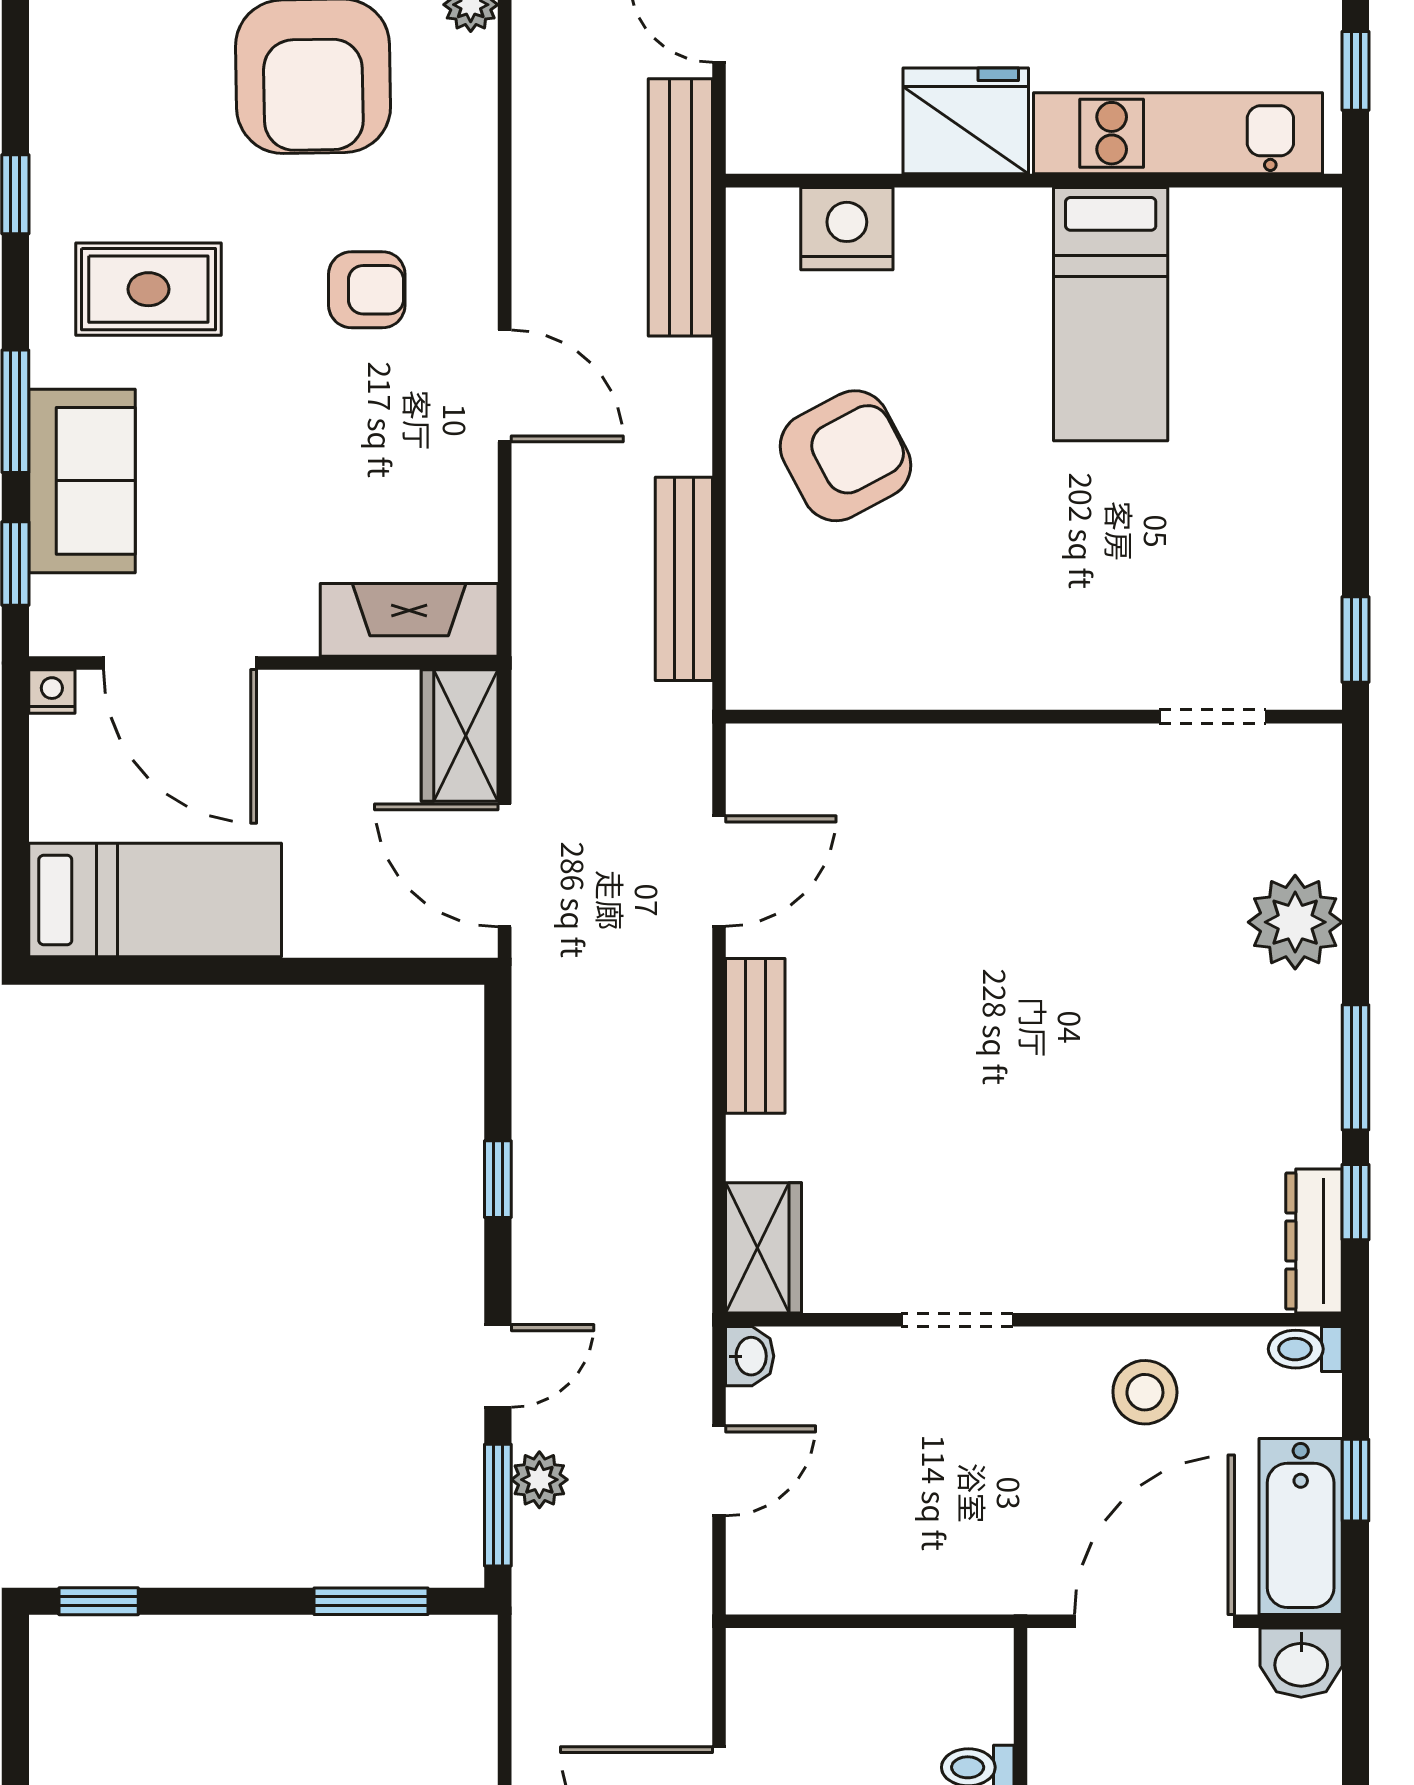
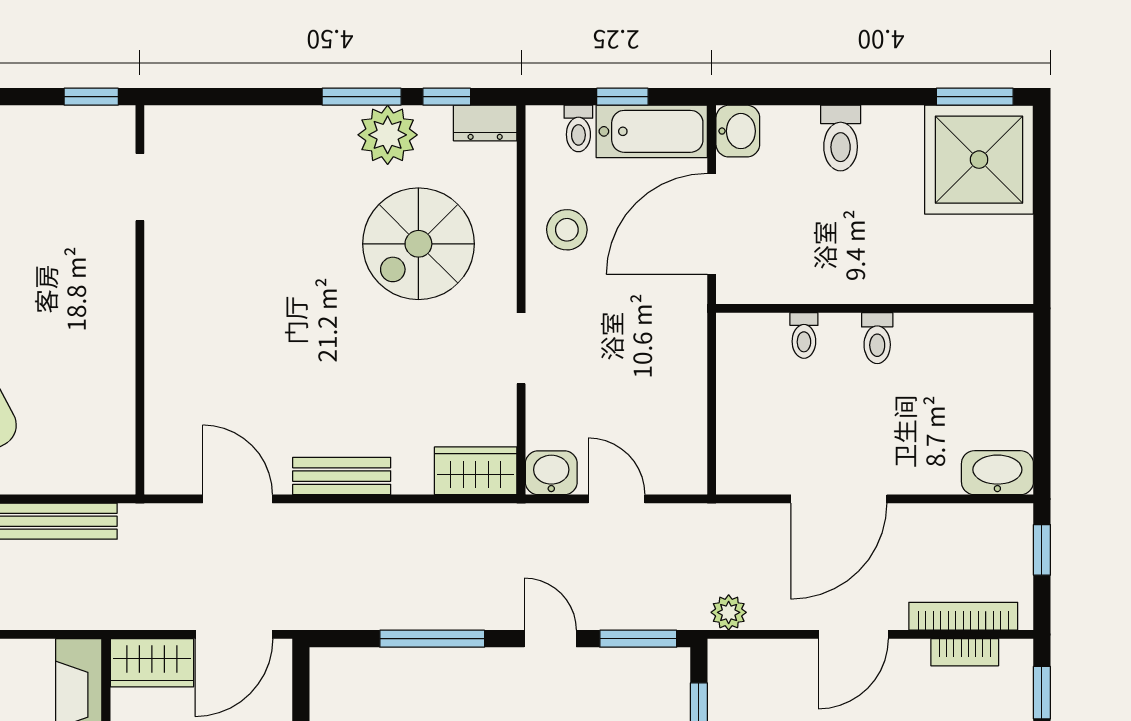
plant: (1295, 922) -> (388, 135), moved
spiral stairs: (1123, 1157) -> (418, 244), added
window: (498, 1179) -> (432, 639), width x2.17
dresser: (1314, 1241) -> (485, 123), width x0.70
toilet: (1305, 1349) -> (578, 128), moved
washbasin: (750, 1356) -> (551, 473), width x1.38, depth x1.45
plant: (539, 1480) -> (729, 612), moved
door: (1154, 1621) -> (712, 224), hinge flipped

